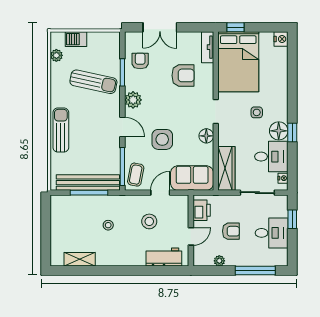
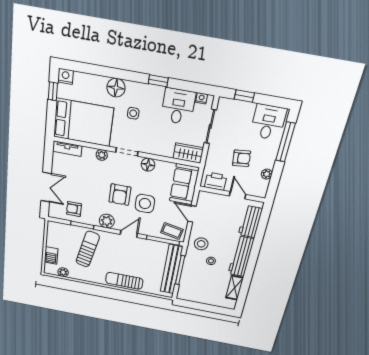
window: (236, 27) -> (53, 91), moved
armchair: (183, 75) -> (120, 195), moved, turned 180
plant: (208, 85) -> (102, 155), added
floor lamp: (279, 131) -> (116, 88), moved
wardrobe: (226, 168) -> (188, 153), width x0.67
stool: (149, 221) -> (201, 244), moved
armchair: (231, 231) -> (242, 158), turned 84
desk: (272, 233) -> (268, 122), moved
workbench: (121, 257) -> (241, 257), added

